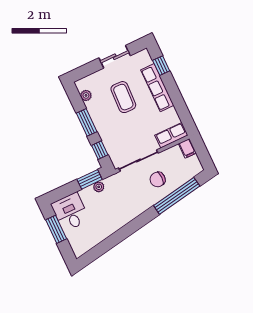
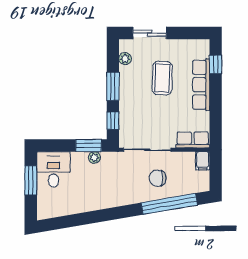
sliding door: (115, 57) -> (150, 33), moved

